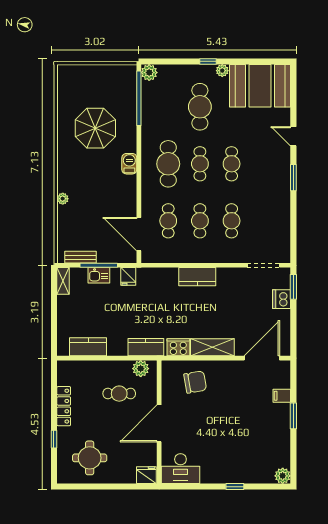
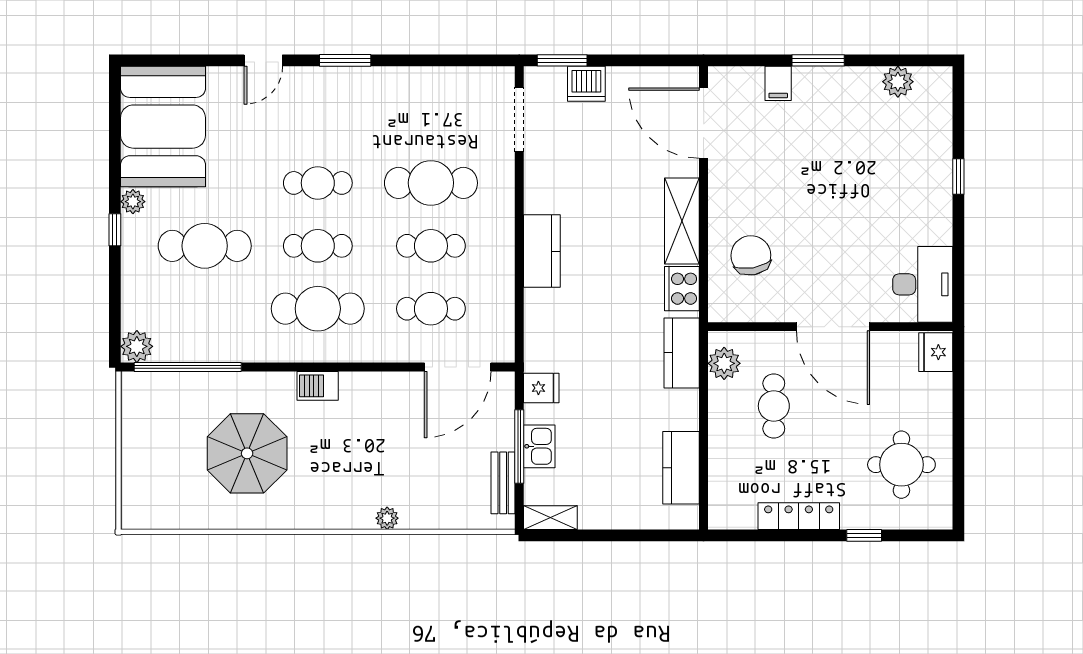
cafe table: (232, 221) -> (431, 183), width x1.37, depth x1.35
plant: (283, 476) -> (898, 82), moved

